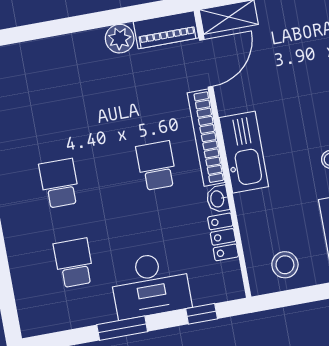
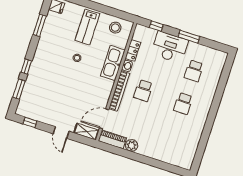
kitchen sink: (244, 152) -> (113, 63), moved

